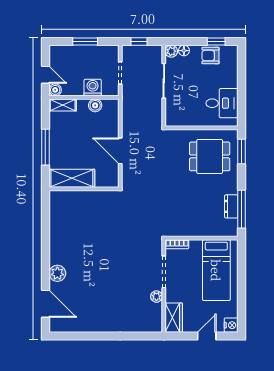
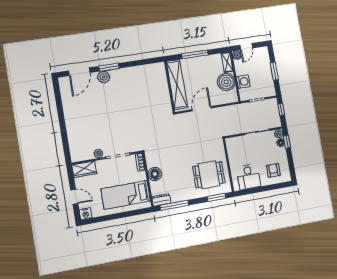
window: (216, 42) -> (287, 142), moved
armchair: (211, 56) -> (273, 170), moved
boiler: (95, 105) -> (226, 82), width x1.86, depth x1.86
dining table: (210, 156) -> (209, 175), turned 90
shelving: (72, 178) -> (177, 85), width x1.47
dresser: (231, 206) -> (161, 200), moved
floor lamp: (196, 228) -> (155, 174), added
window: (45, 264) -> (109, 67), added

